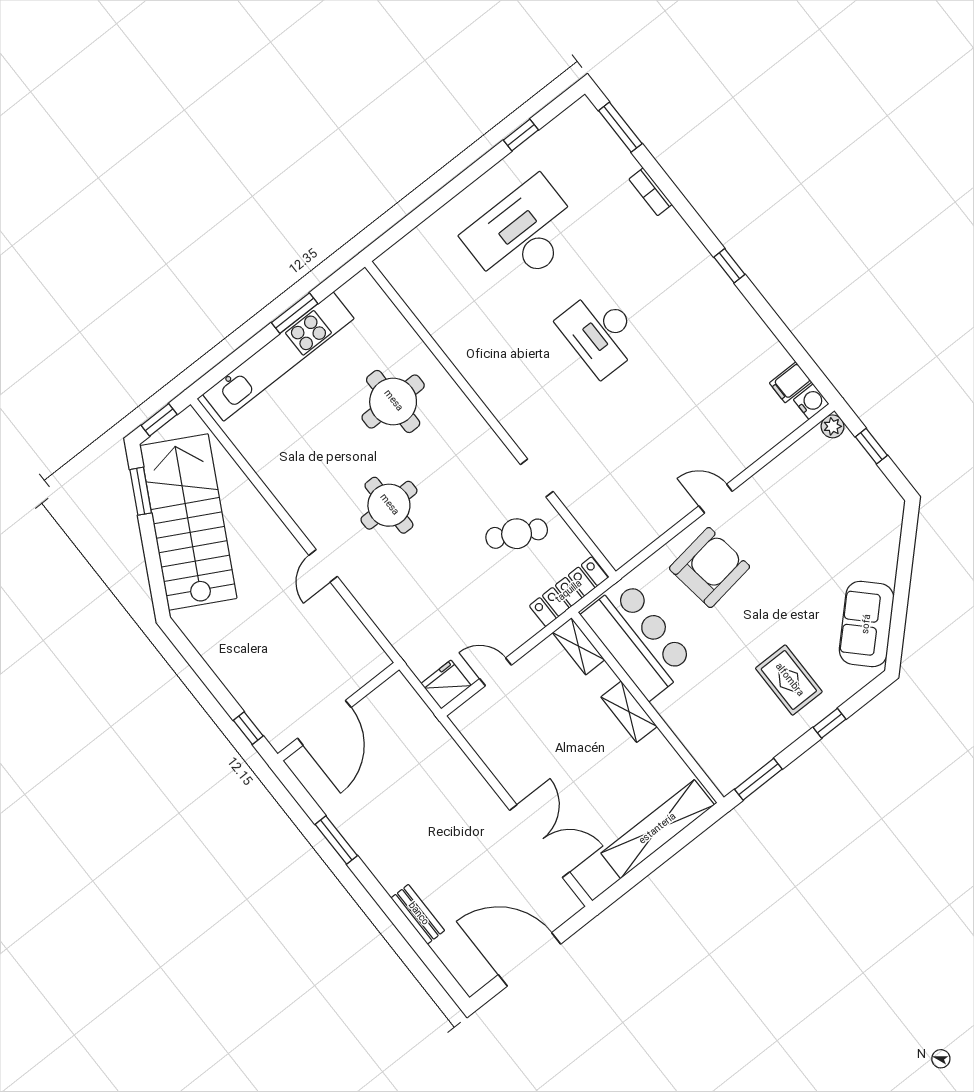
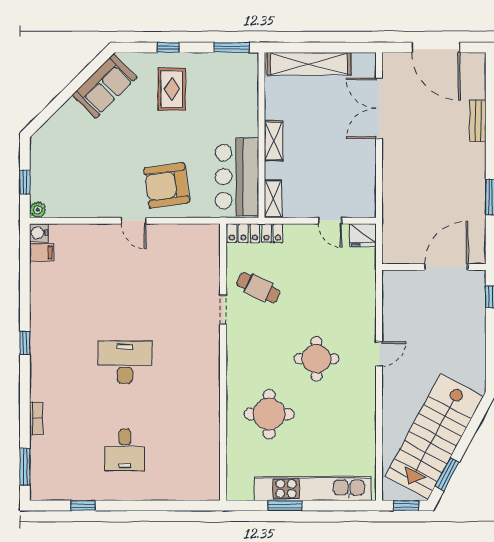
desk: (523, 234) -> (125, 450), width x0.53, depth x0.77
desk: (600, 333) -> (125, 362), turned -90

